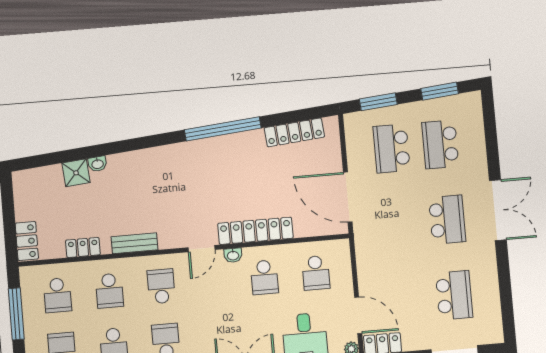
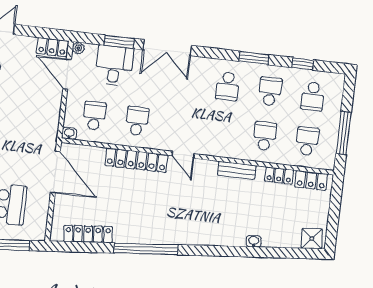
shower: (76, 173) -> (312, 239), moved
locker: (27, 241) -> (311, 180), moved, turned -90
door: (202, 249) -> (183, 155), swing flipped
washbasin: (233, 255) -> (69, 133), moved
school desk: (161, 286) -> (222, 131), removed

